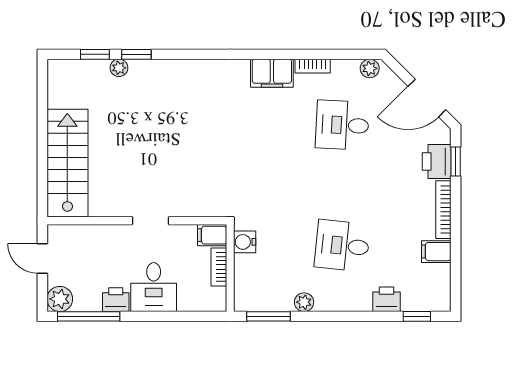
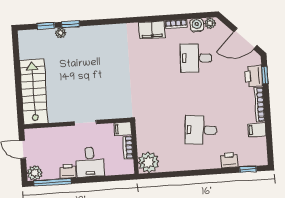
water cooler: (245, 242) -> (197, 25), moved, turned 90
plant: (304, 302) -> (149, 162), moved, width x1.88, depth x1.88
window: (269, 316) -> (160, 175), removed

